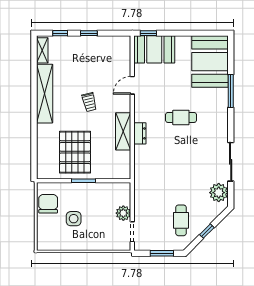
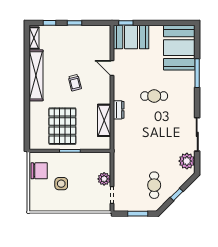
door: (132, 85) -> (112, 68), hinge flipped
shelving: (123, 131) -> (104, 120), moved
chair: (48, 204) -> (39, 171), turned 90

